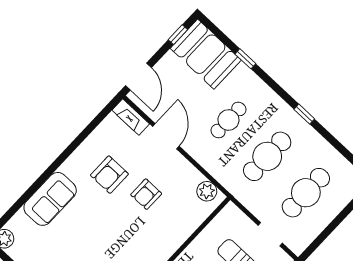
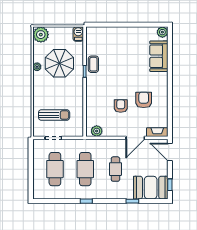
door: (166, 136) -> (135, 138), hinge flipped
sofa: (50, 199) -> (159, 56), moved

